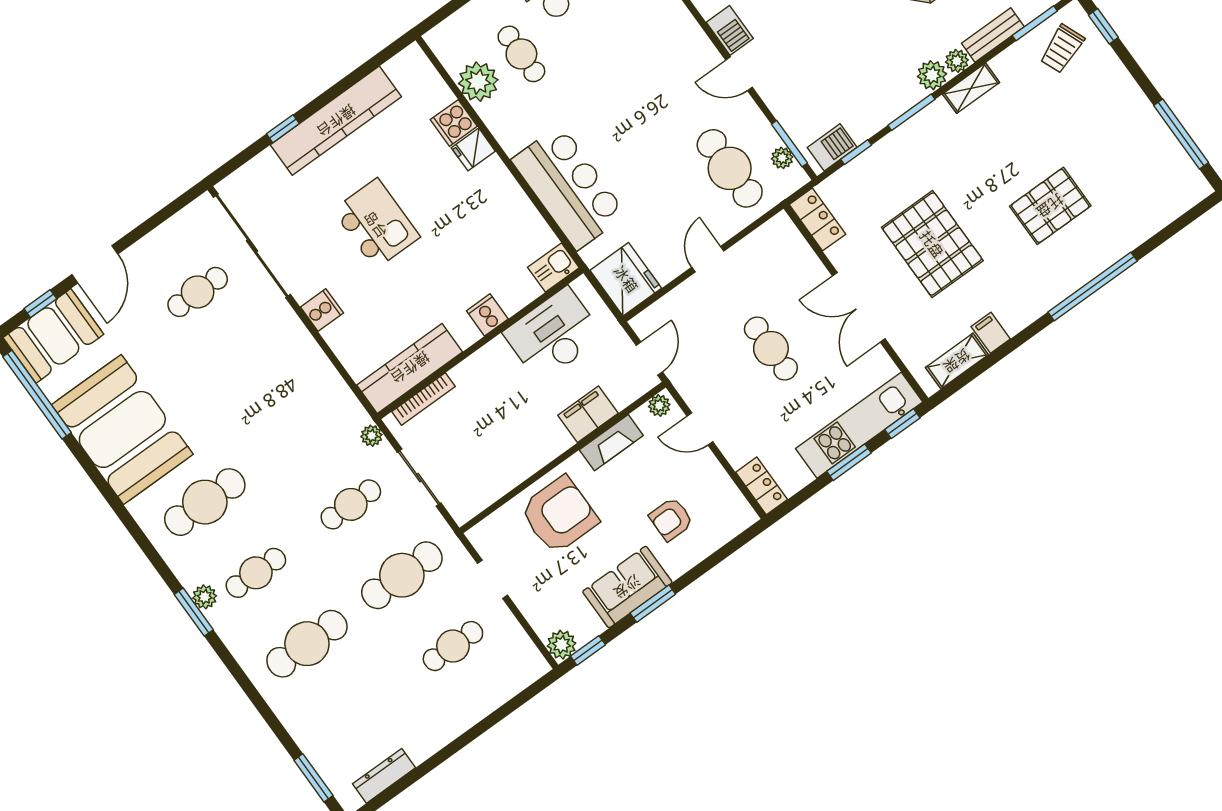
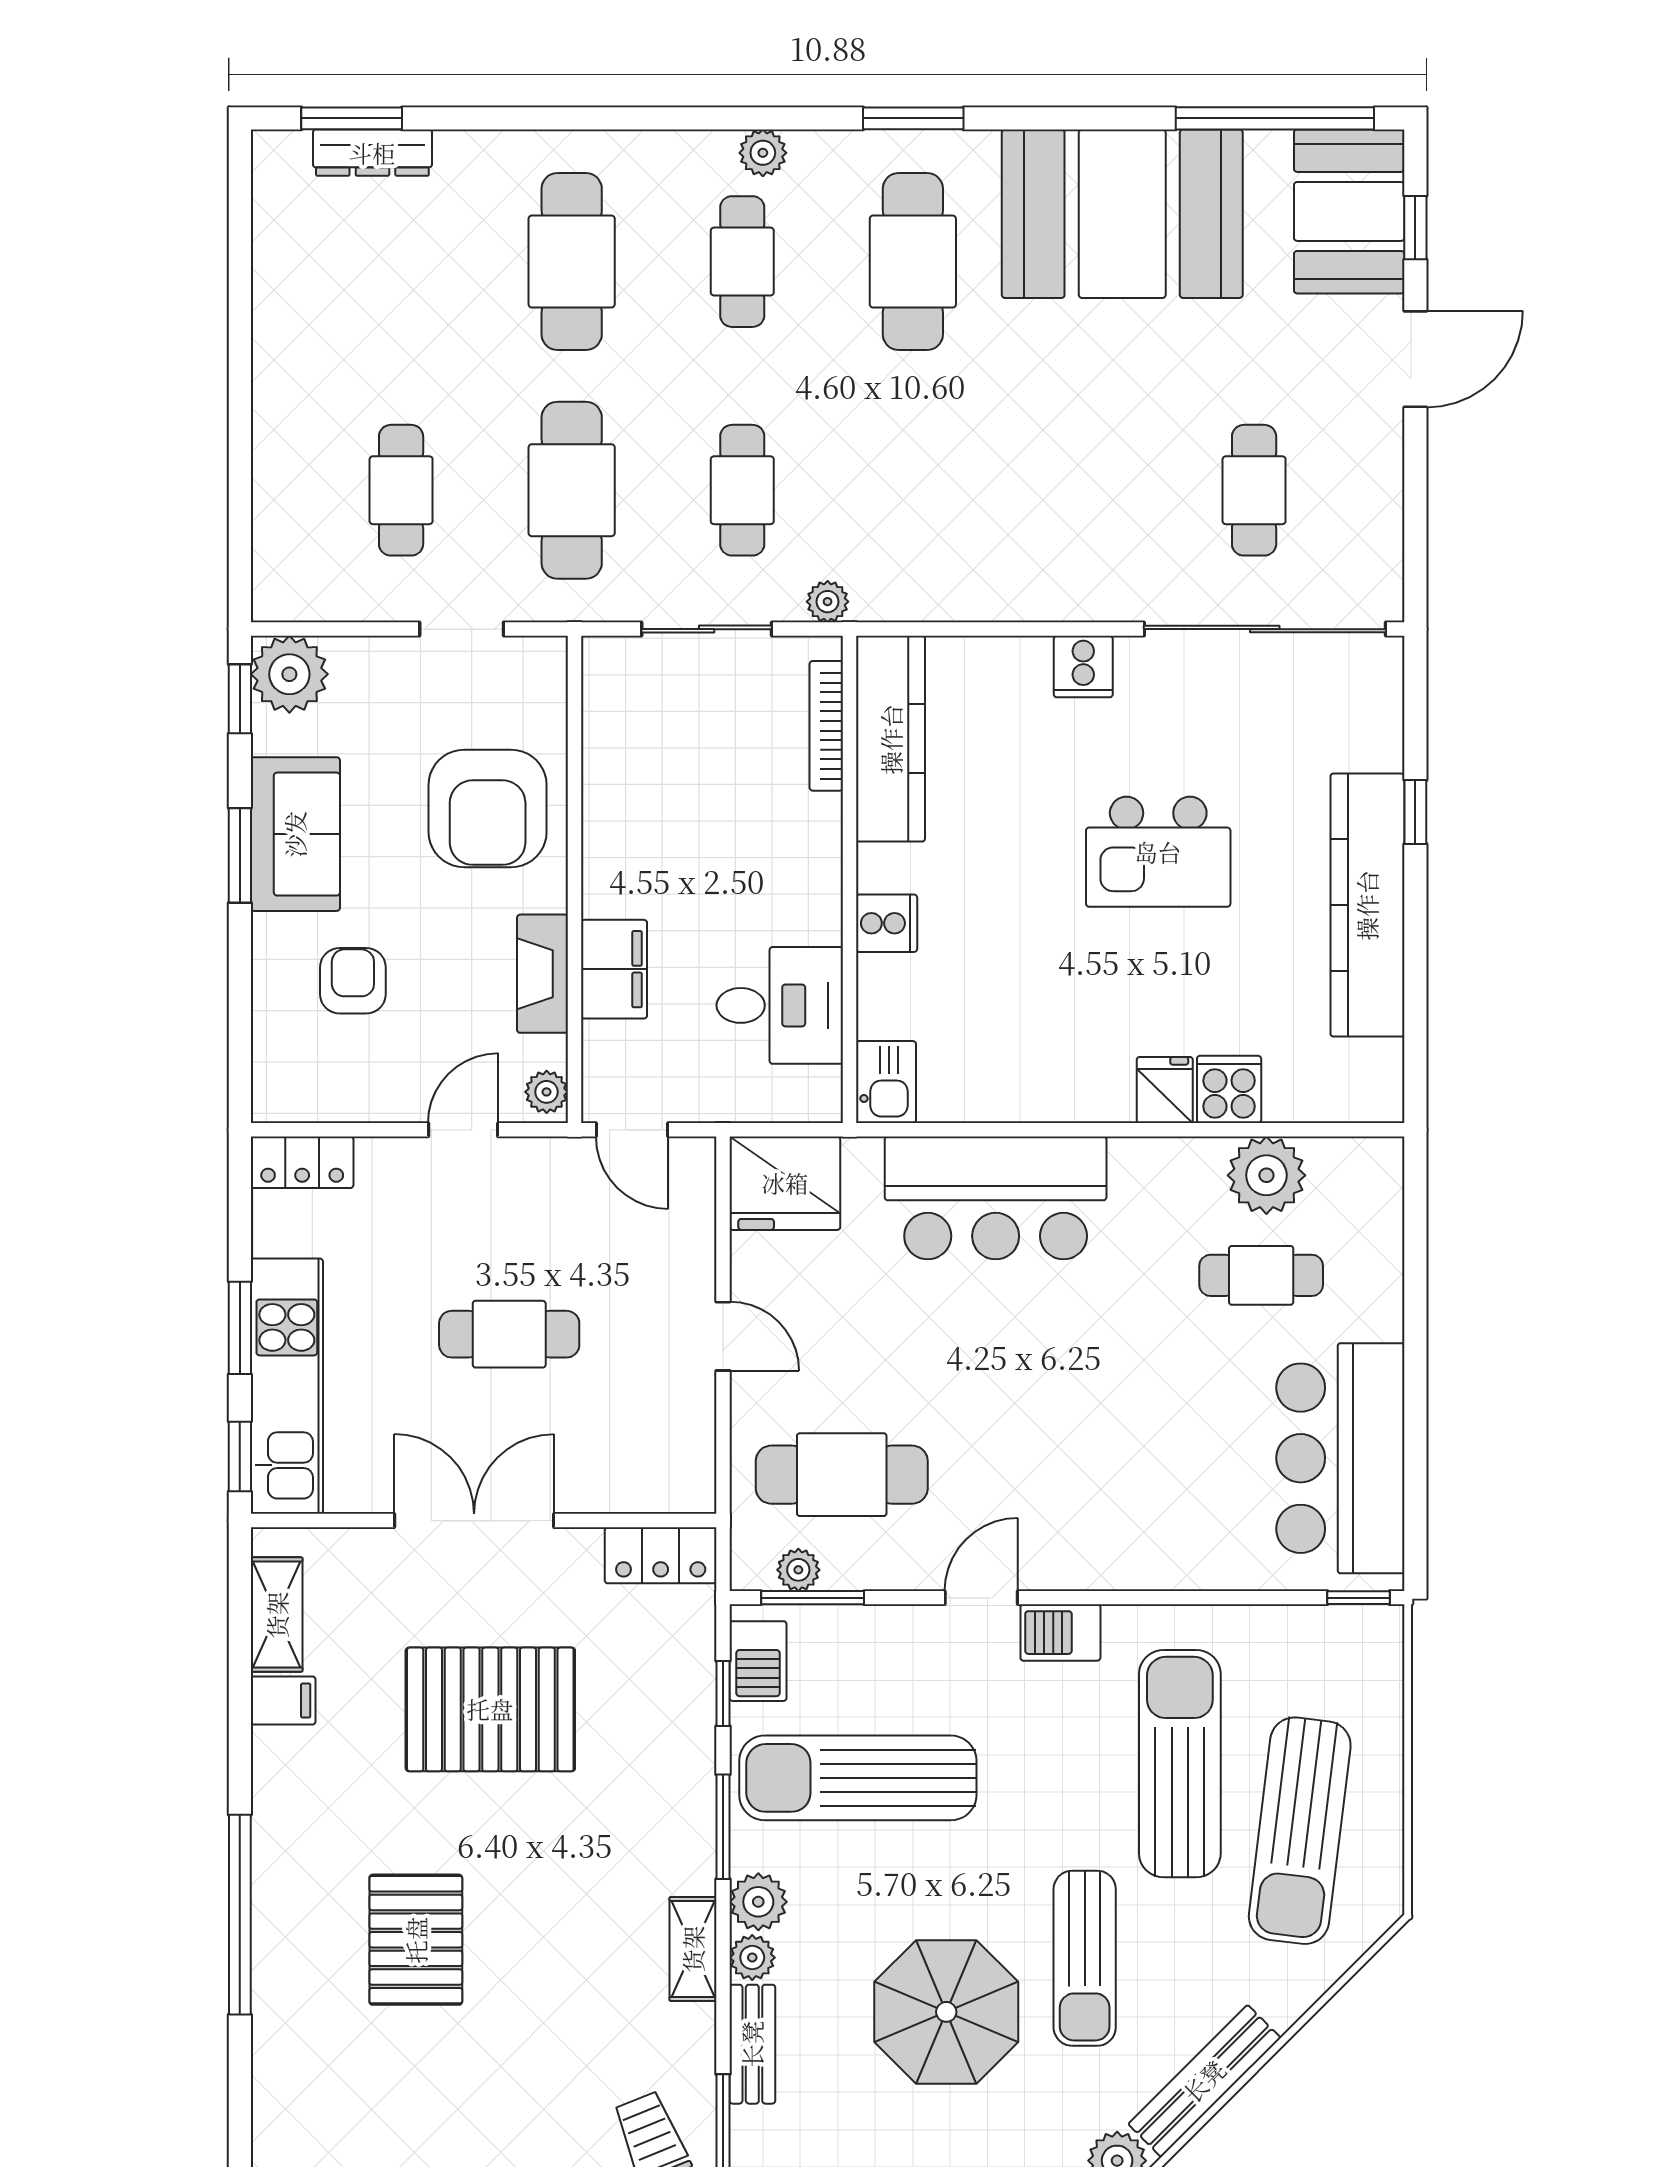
sun lounger: (851, 71) -> (858, 1778), added
door: (95, 264) -> (1415, 359), swing flipped
desk: (553, 335) -> (780, 1005), width x0.73
window: (194, 612) -> (913, 118), moved
plant: (562, 645) -> (289, 674), width x1.36, depth x1.36
dresser: (384, 776) -> (372, 153), moved, turned 90

